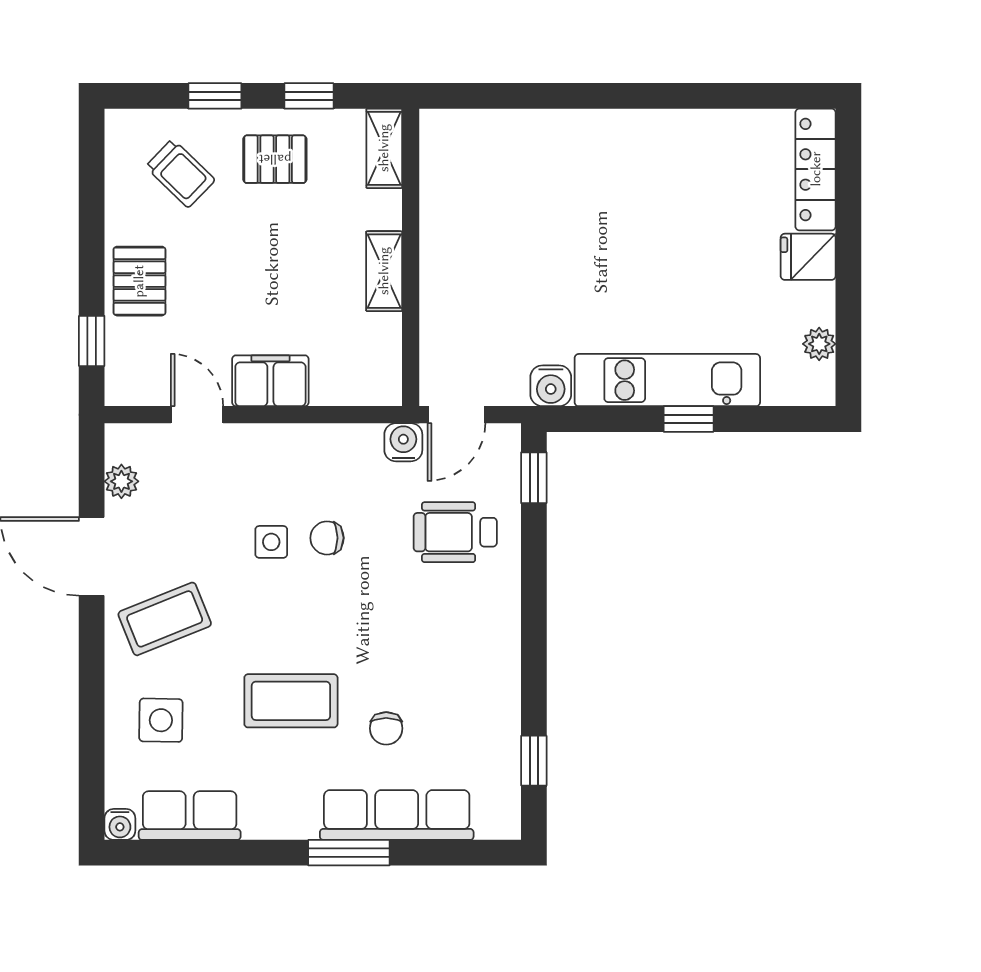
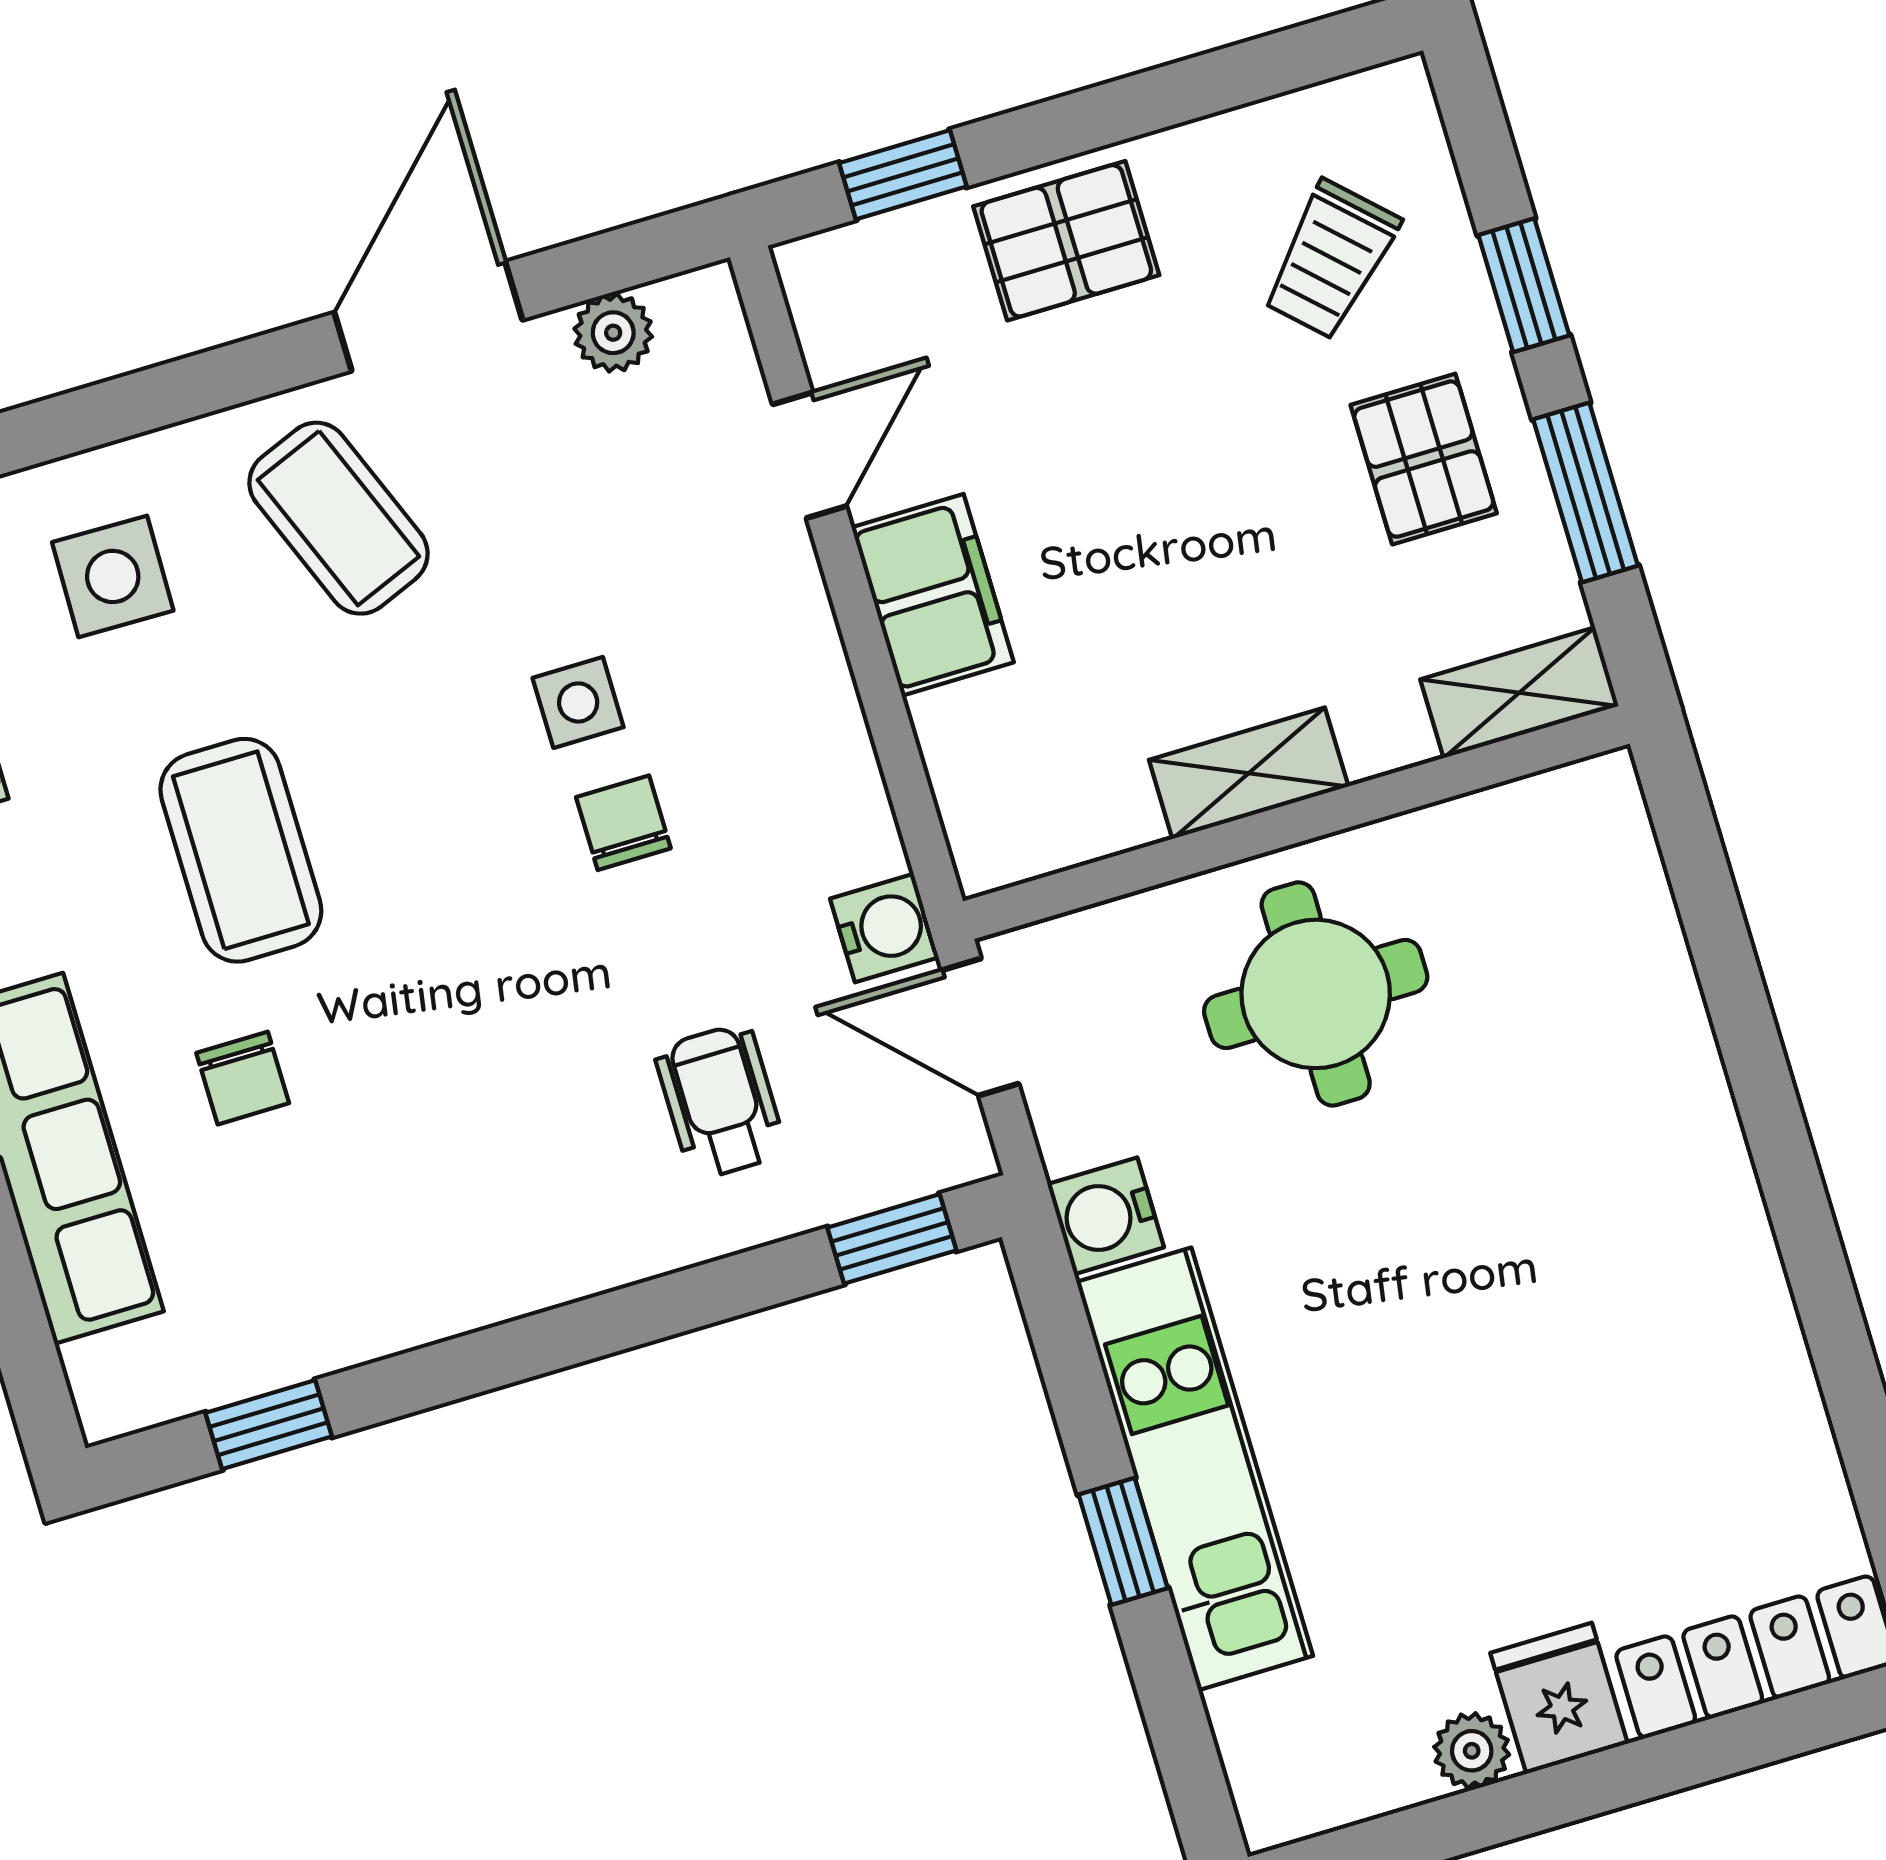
window: (309, 96) -> (1586, 492), width x1.50
round table: (484, 271) -> (1316, 994), added
plant: (819, 344) -> (1472, 1751), moved
wheelchair: (455, 532) -> (720, 1102), width x0.73, depth x0.73
chair: (386, 728) -> (243, 1078), turned -90

